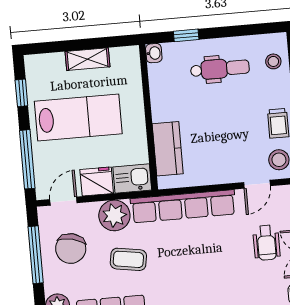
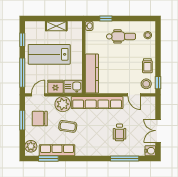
lab bench: (78, 118) -> (49, 54), turned 180
kitchen counter: (168, 149) -> (92, 74), width x1.50
door: (257, 184) -> (134, 95), hinge flipped
wheelchair: (266, 243) -> (120, 132), moved
chair: (71, 249) -> (40, 119), turned 77
window: (36, 255) -> (22, 120), width x0.69

